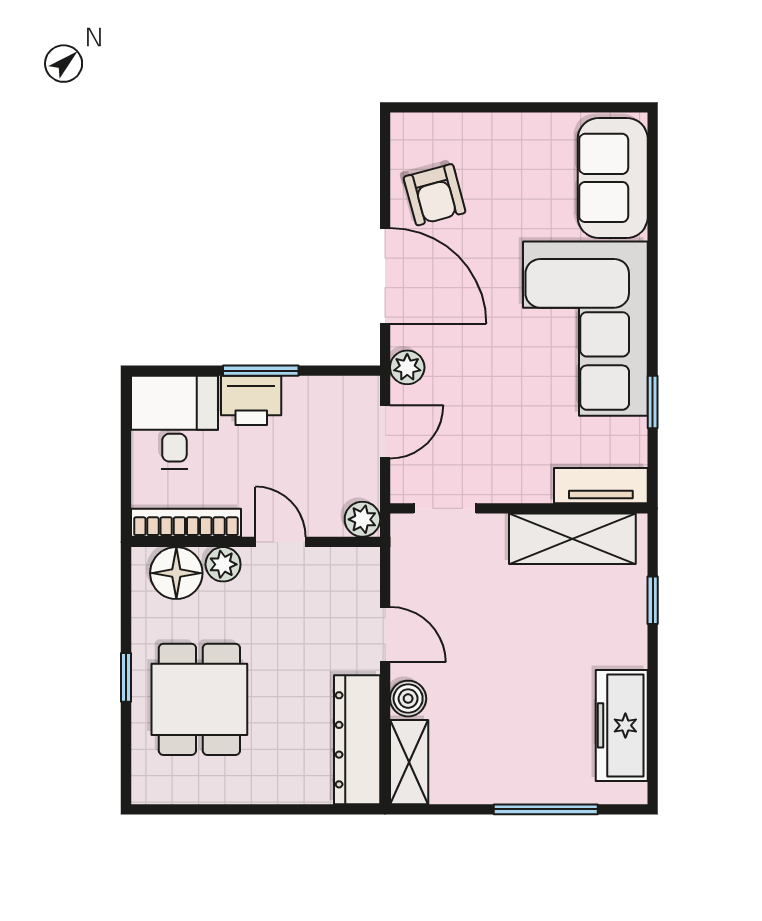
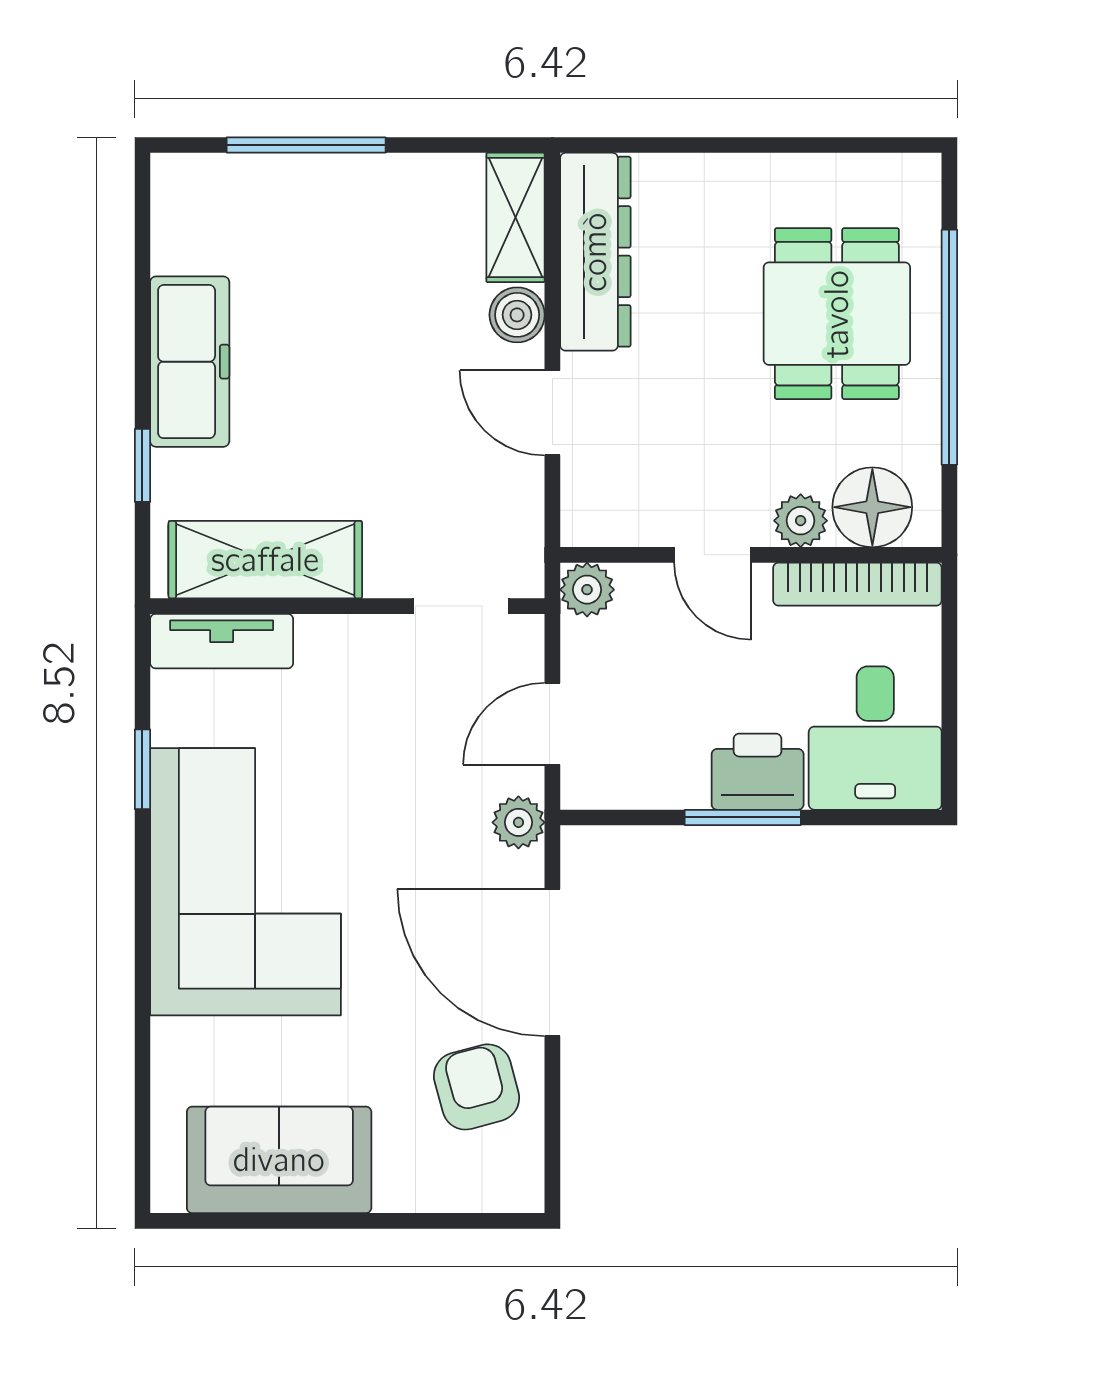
sofa: (613, 178) -> (279, 1160), moved, turned -90
window: (126, 677) -> (949, 347), width x3.17
freezer: (622, 725) -> (190, 362), moved

